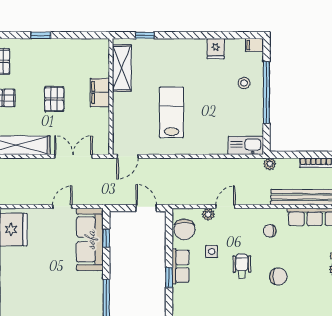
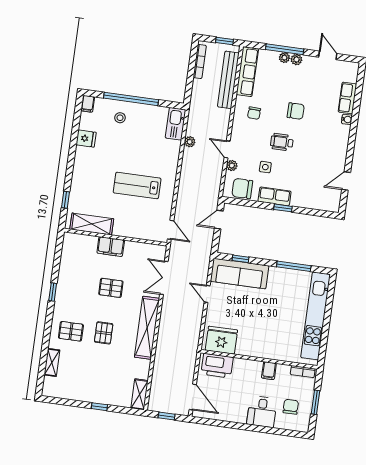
plant: (270, 164) -> (190, 142), moved
chair: (184, 229) -> (242, 188), turned 180
chair: (278, 277) -> (296, 111), turned 90

